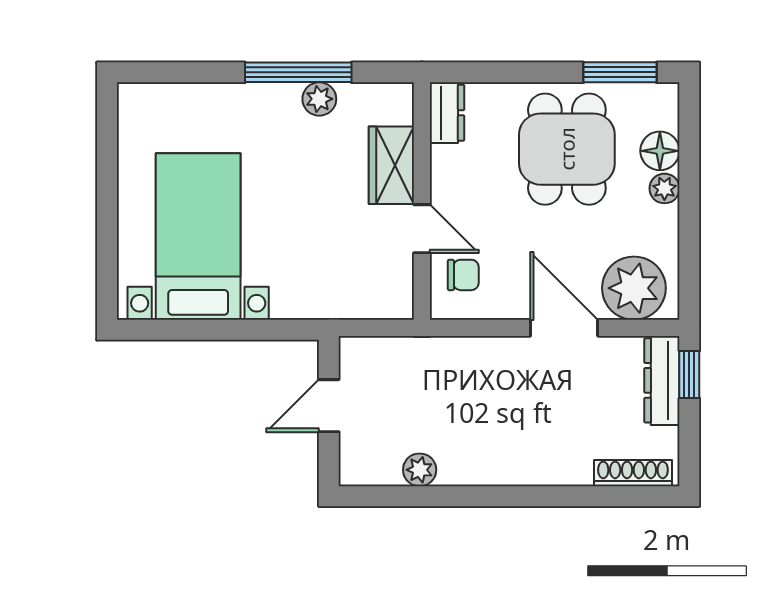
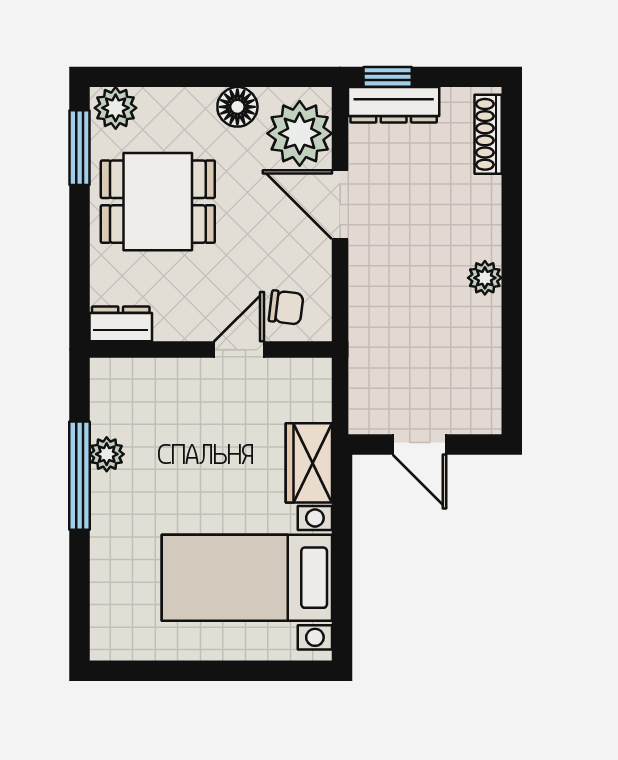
floor lamp: (660, 151) -> (237, 107), moved
wardrobe: (391, 165) -> (309, 463), moved, turned 90
plant: (664, 188) -> (116, 108), moved, width x1.38, depth x1.38
chair: (463, 275) -> (286, 307), turned 97
door: (564, 328) -> (340, 205), hinge flipped
plant: (420, 470) -> (485, 278), moved

